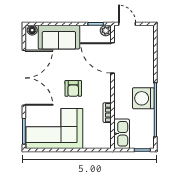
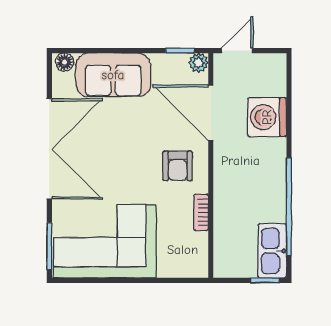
door: (127, 24) -> (237, 51), hinge flipped
armchair: (73, 88) -> (178, 166), moved
washing machine: (143, 98) -> (267, 117), moved
kitchen sink: (122, 134) -> (272, 251), moved, turned 180

